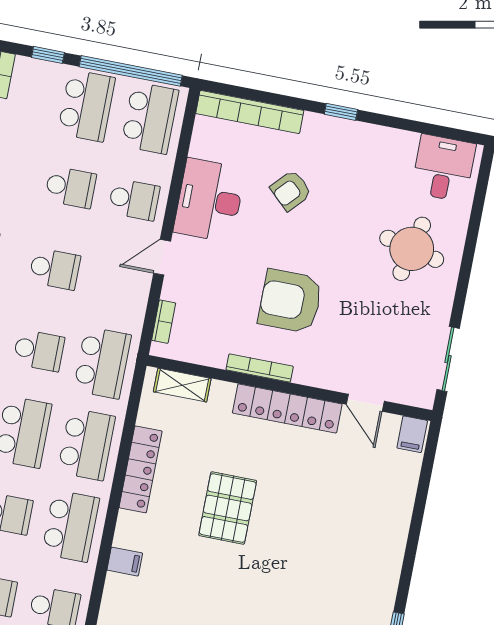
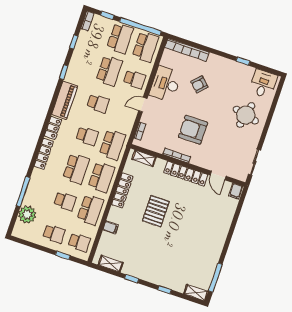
window: (341, 112) -> (243, 61), moved
school desk: (71, 187) -> (109, 71), width x1.85

